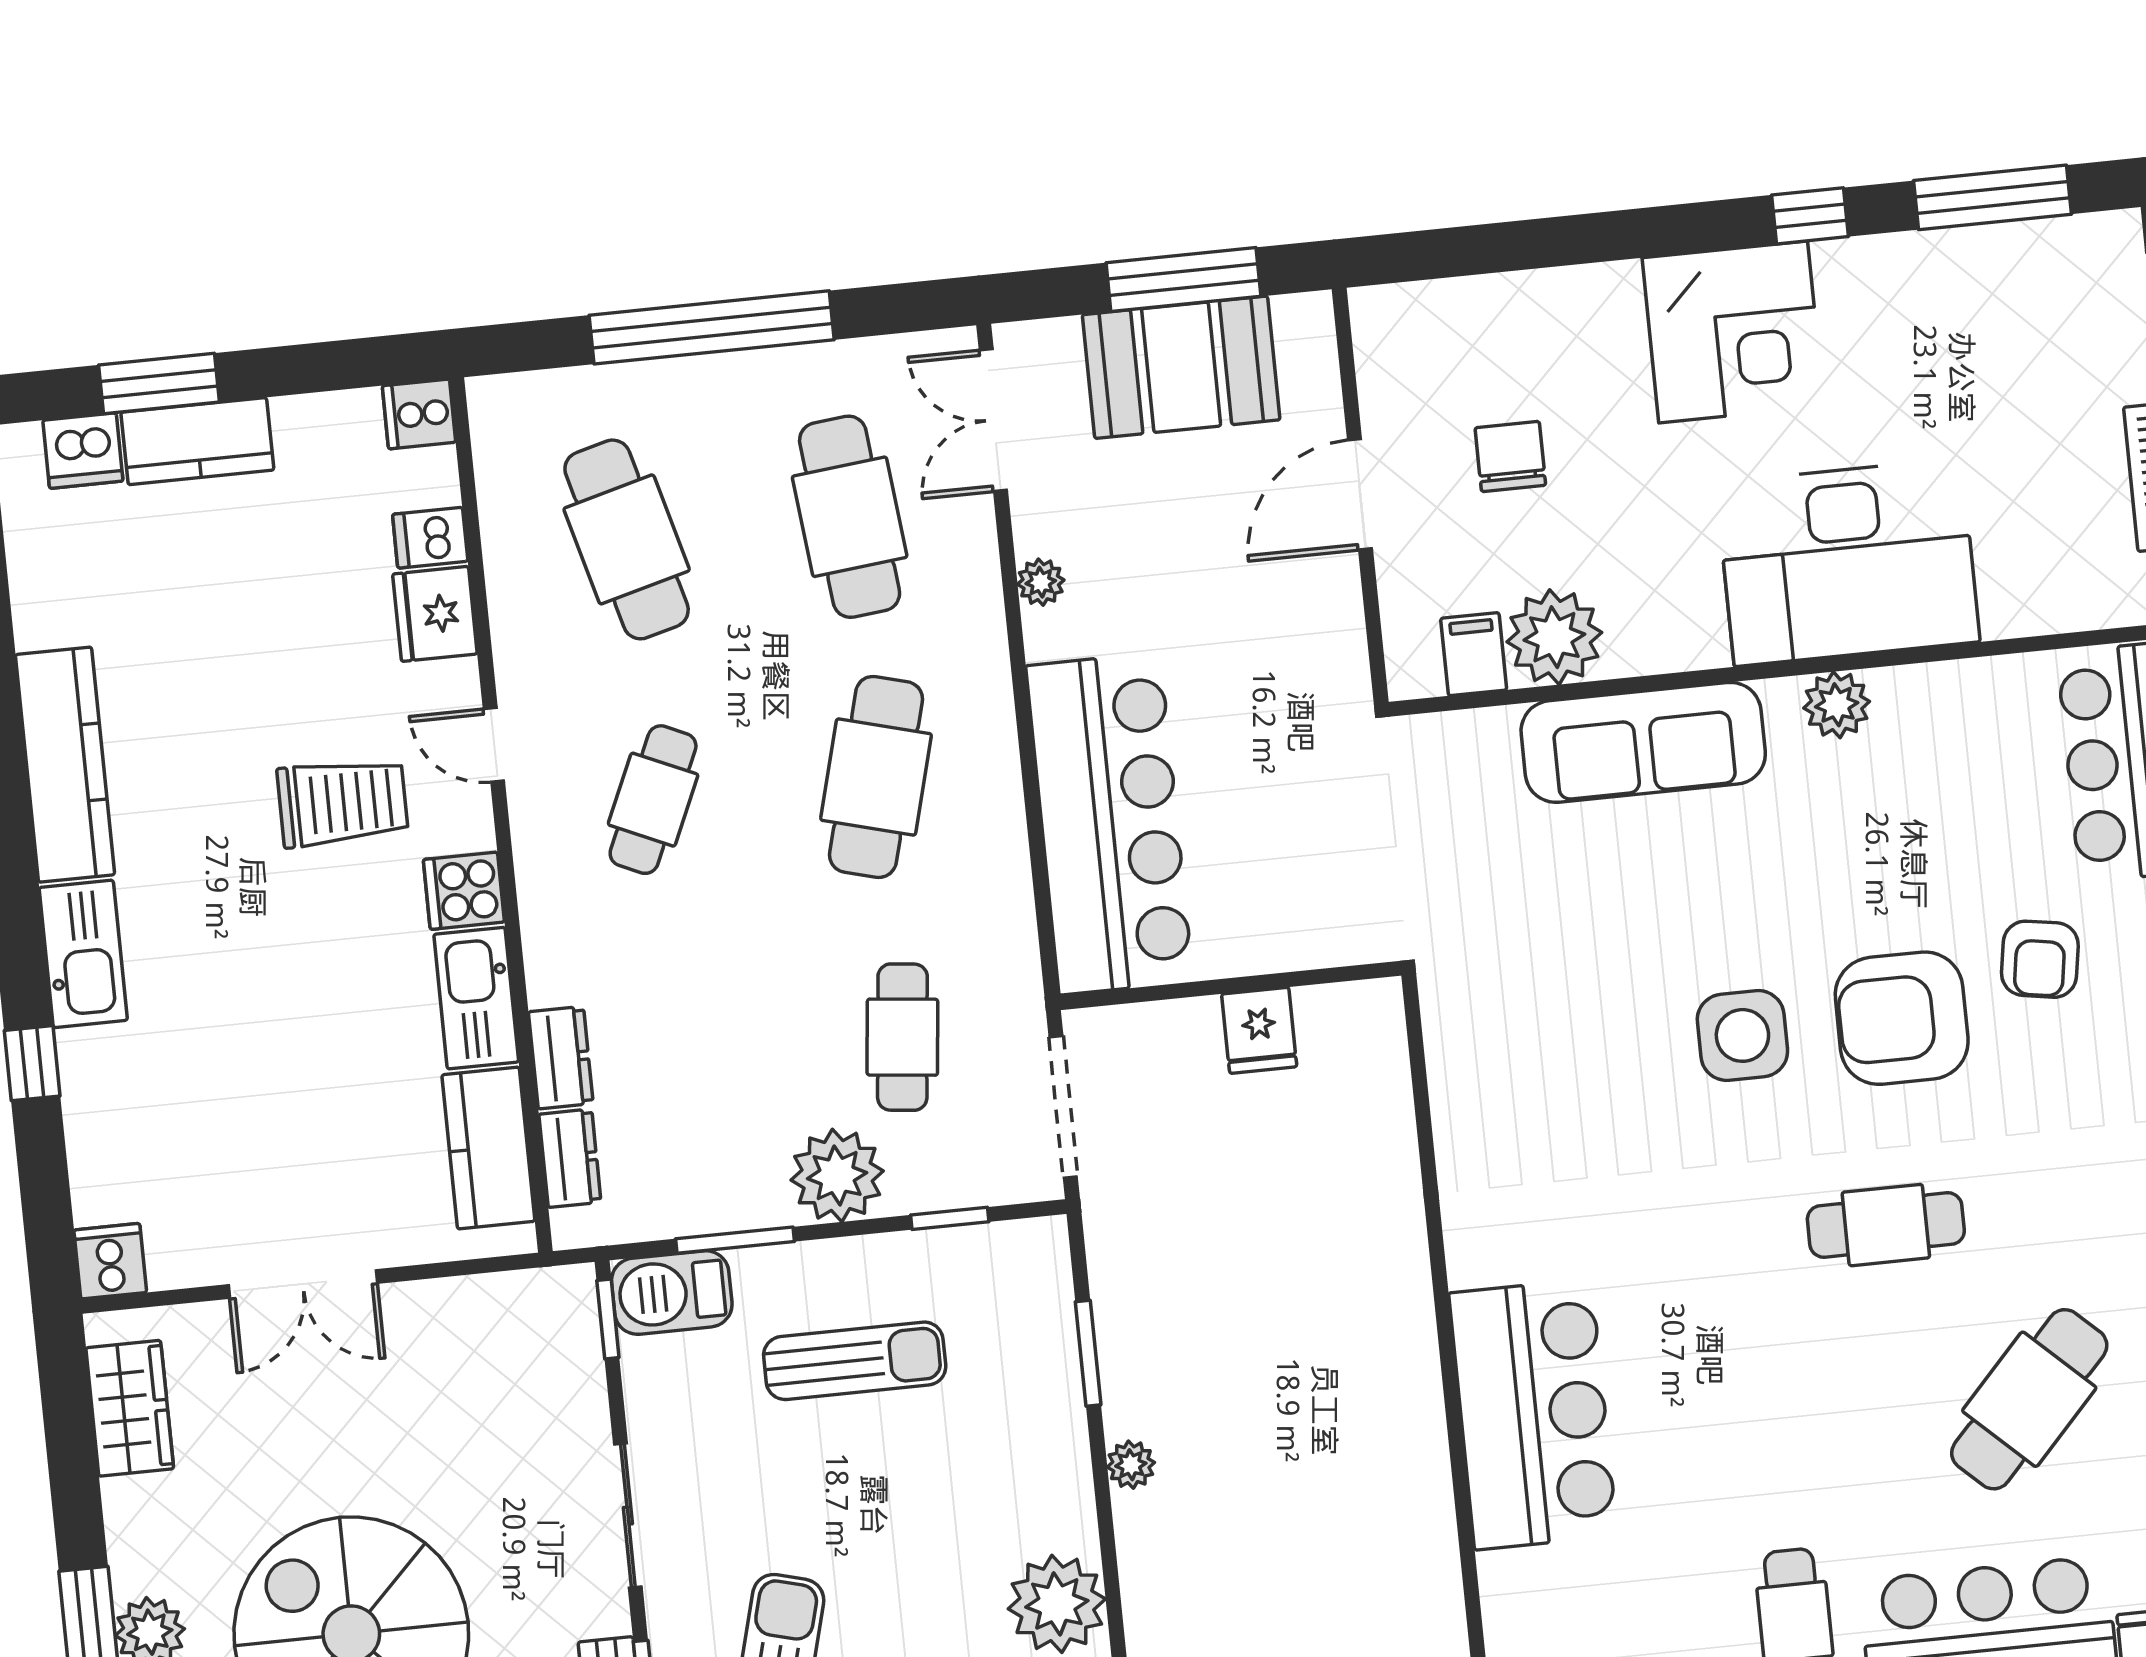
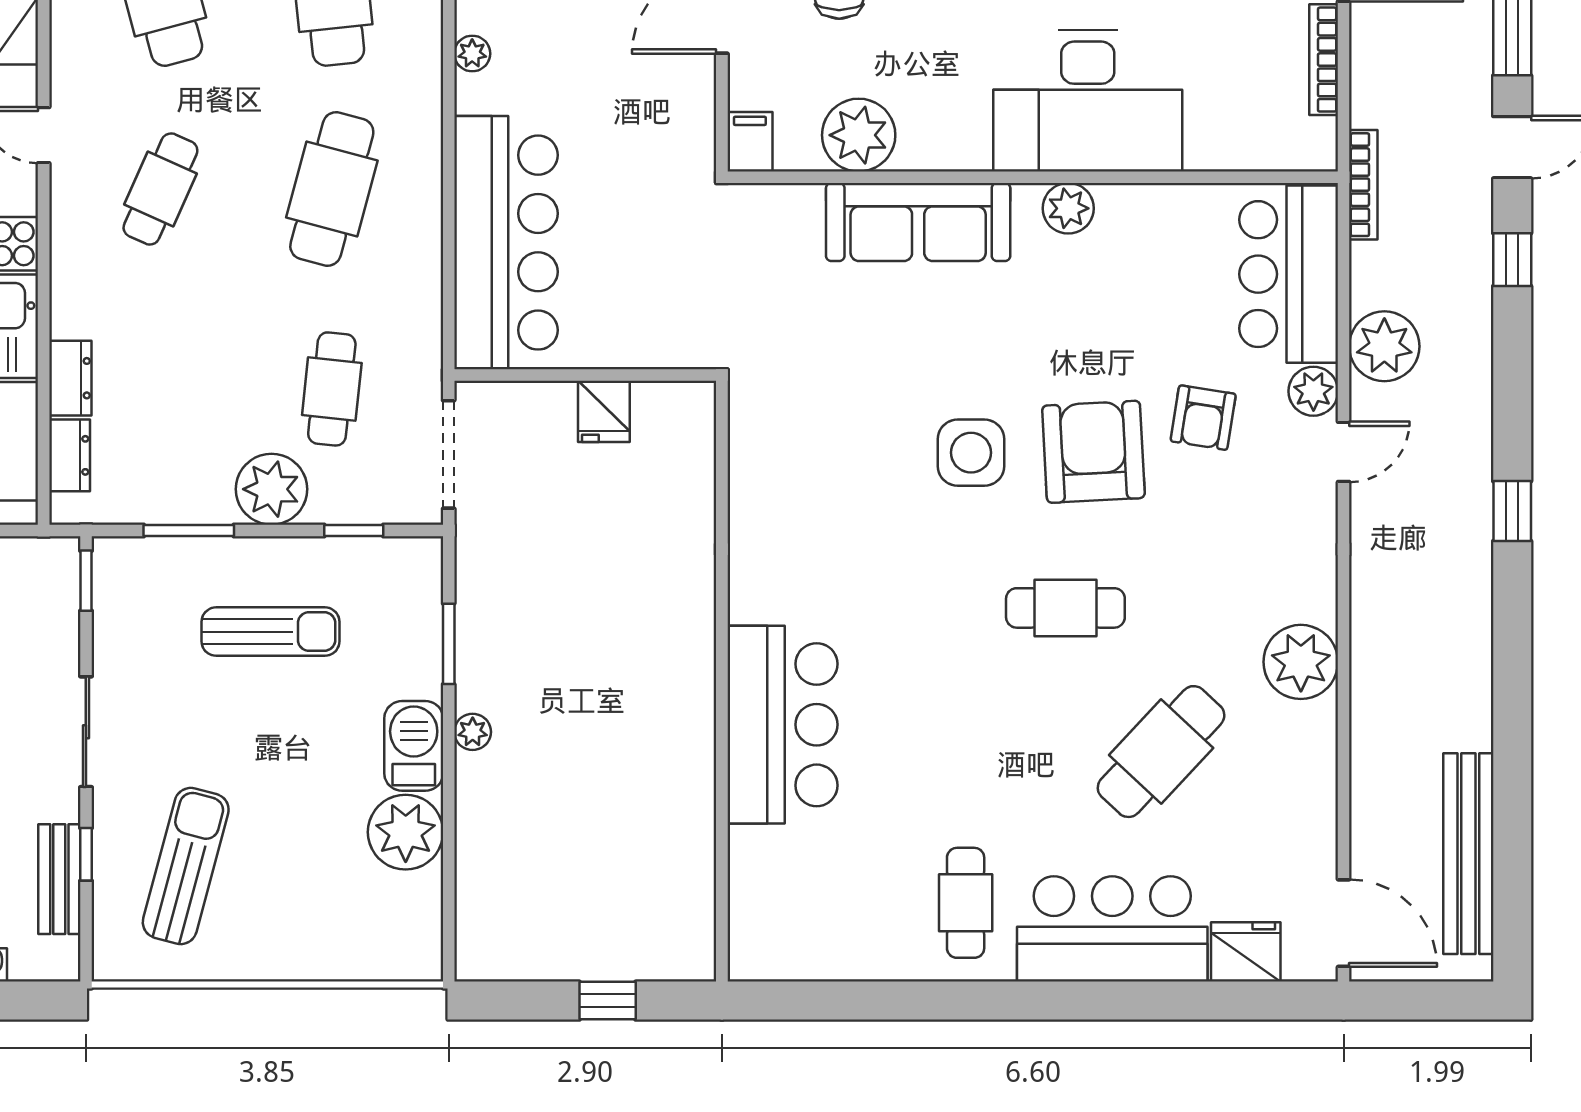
filing cabinet: (1474, 654) -> (750, 142), moved
armchair: (1902, 1018) -> (1093, 452), turned 87
barbecue: (672, 1293) -> (414, 746), moved, turned 90

